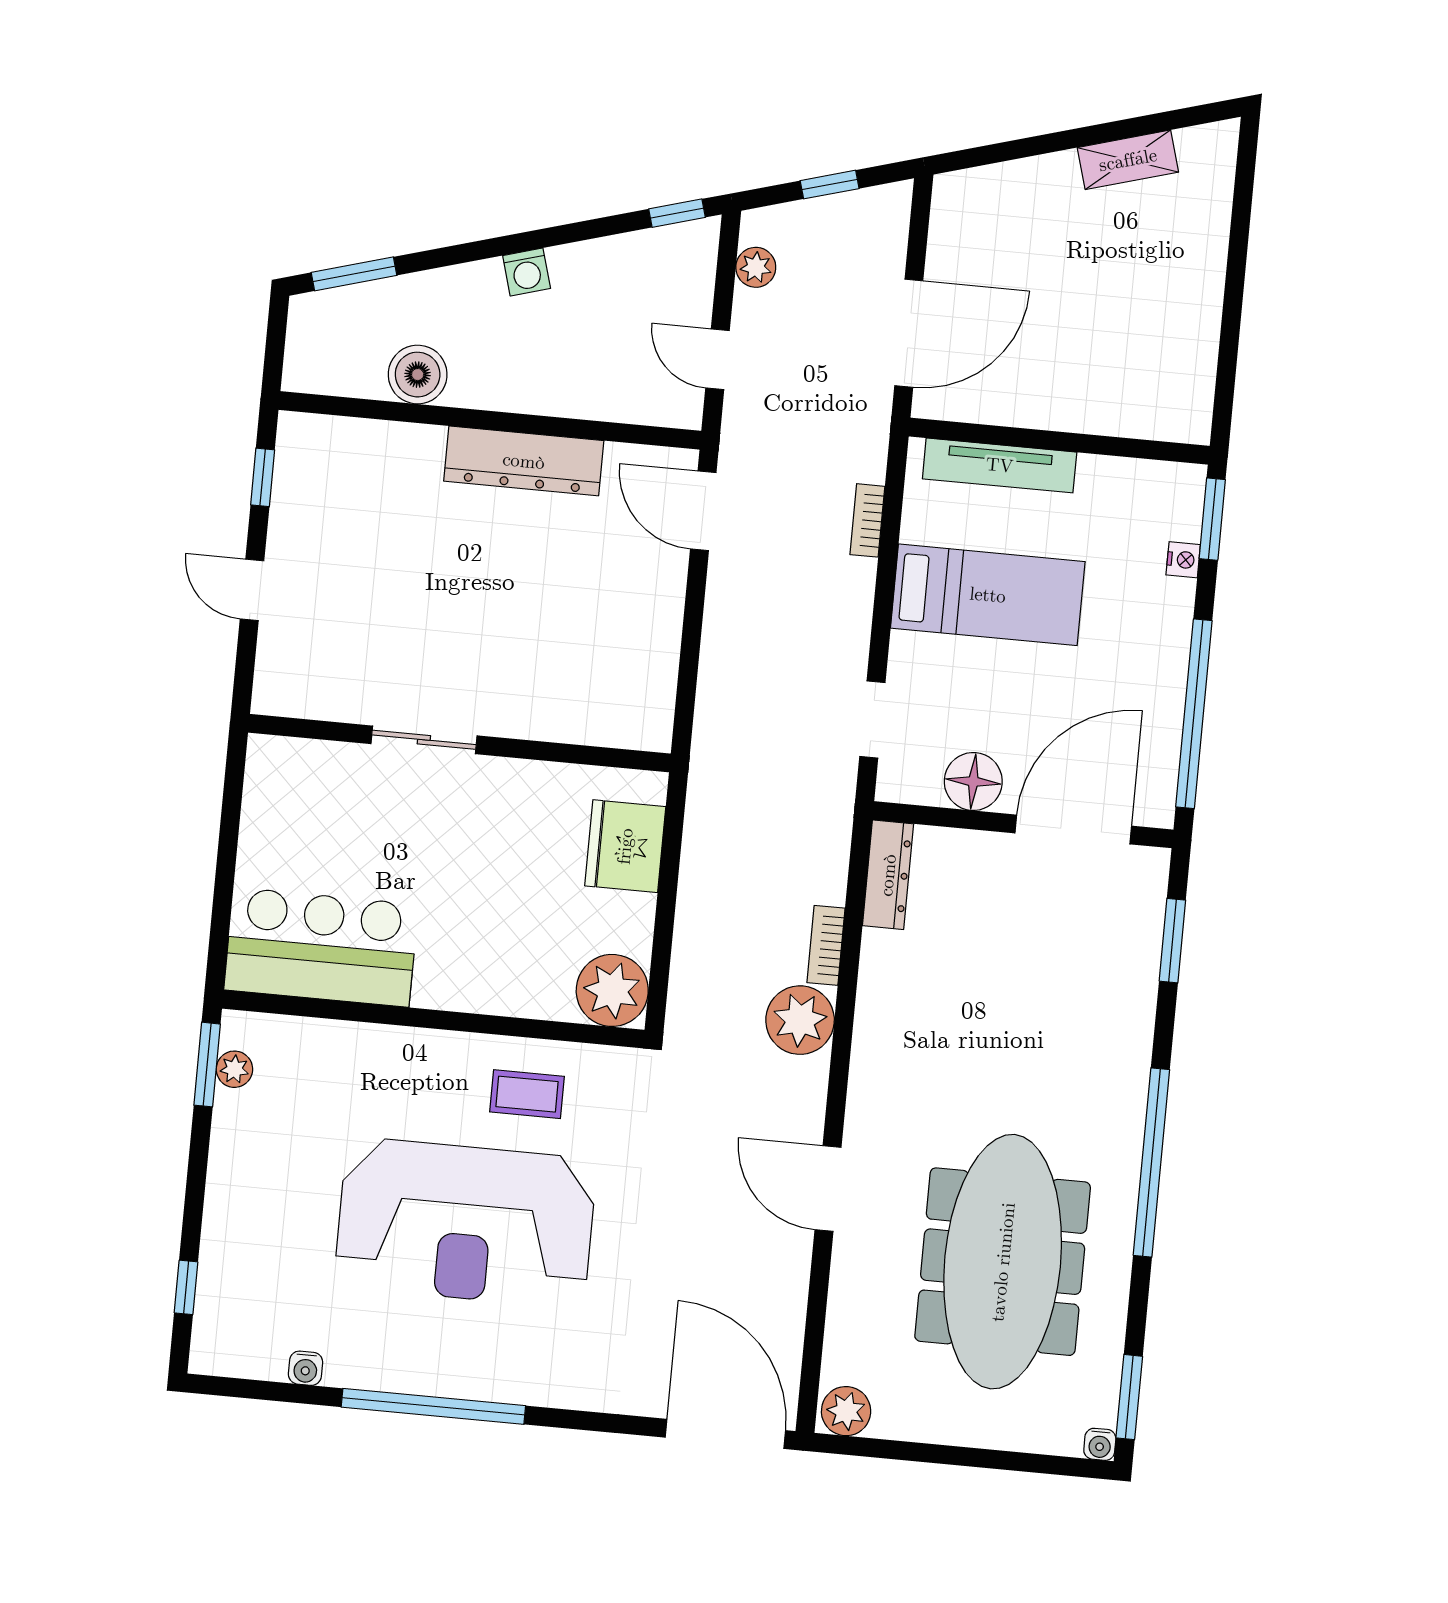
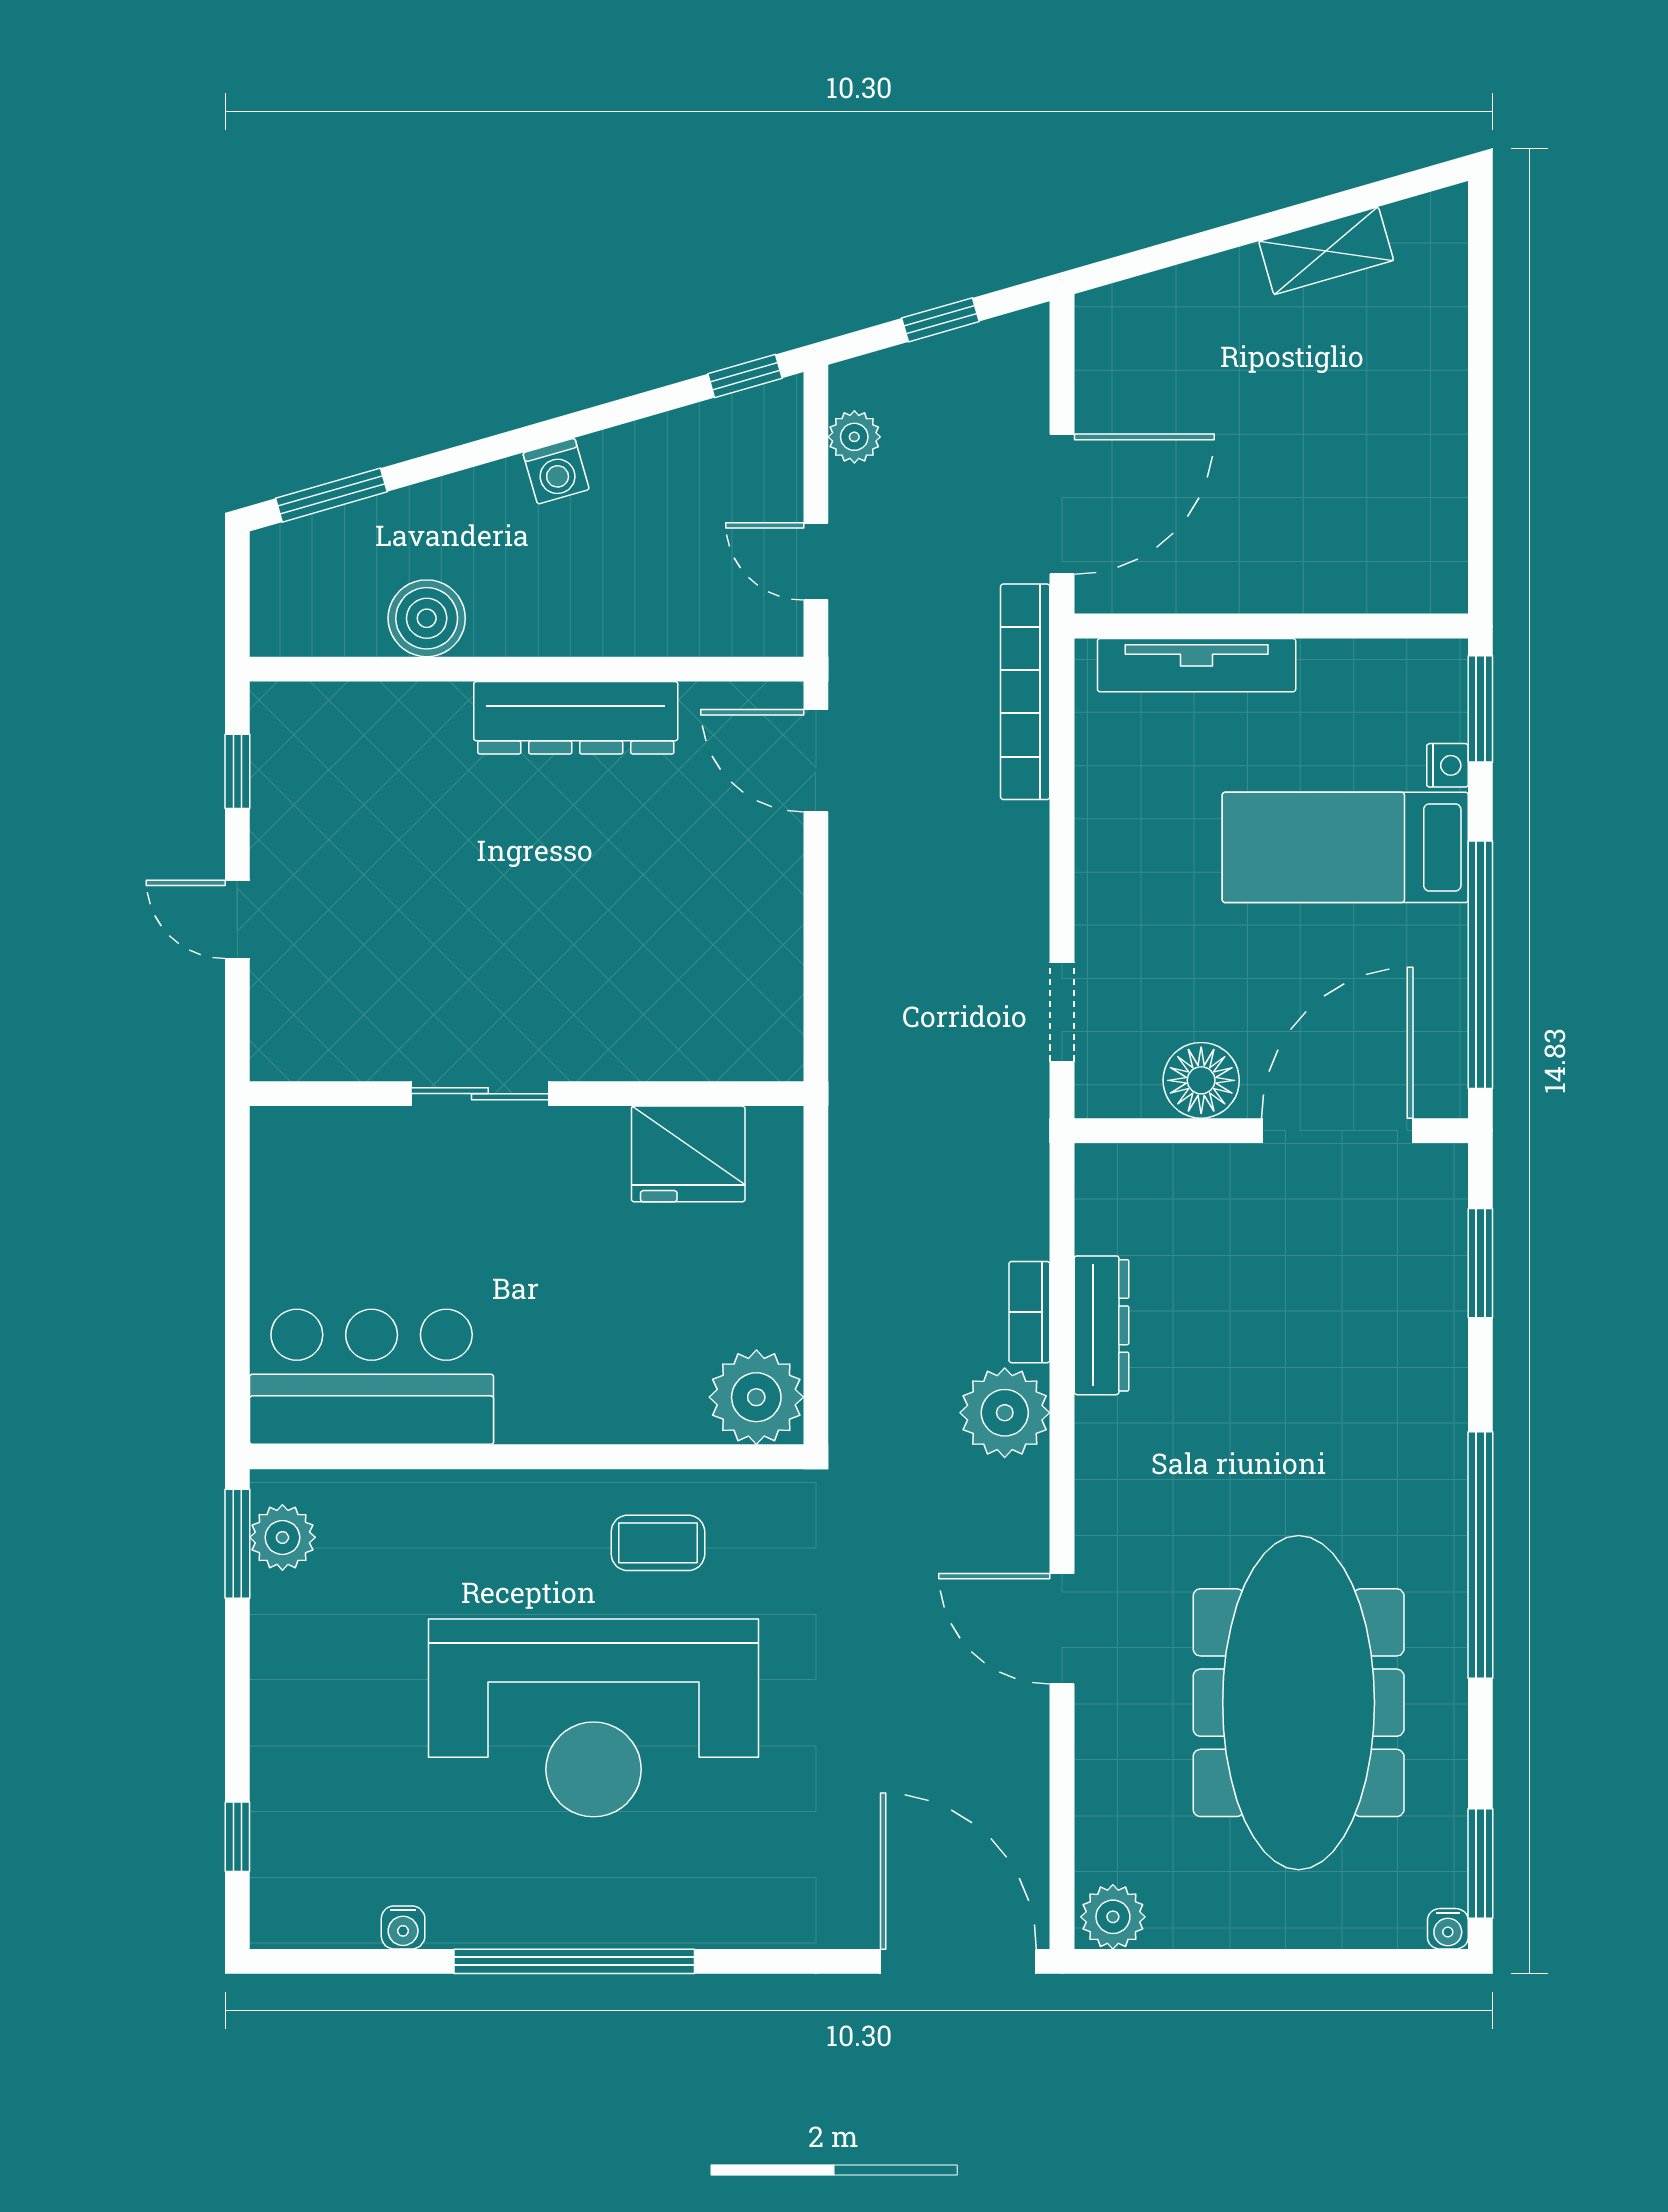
bookcase: (867, 520) -> (1025, 692), width x2.31, depth x1.31
bed: (988, 595) -> (1345, 847), moved, turned 180
fridge: (625, 846) -> (688, 1154), moved, turned -90
dresser: (888, 875) -> (1101, 1325), moved
plant: (234, 1069) -> (282, 1537), width x1.38, depth x1.38

